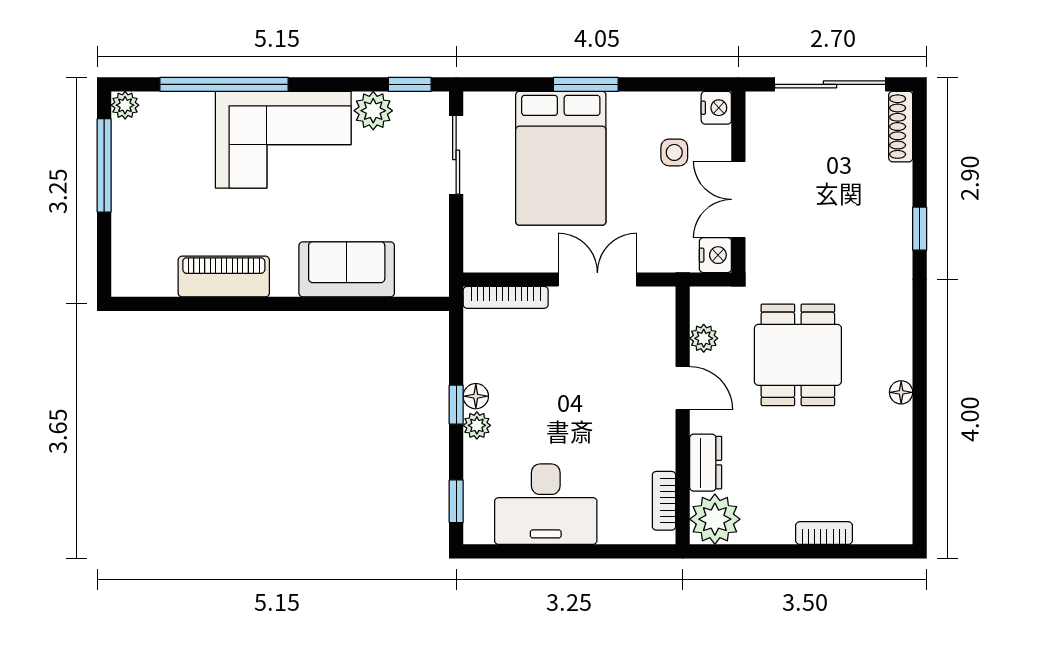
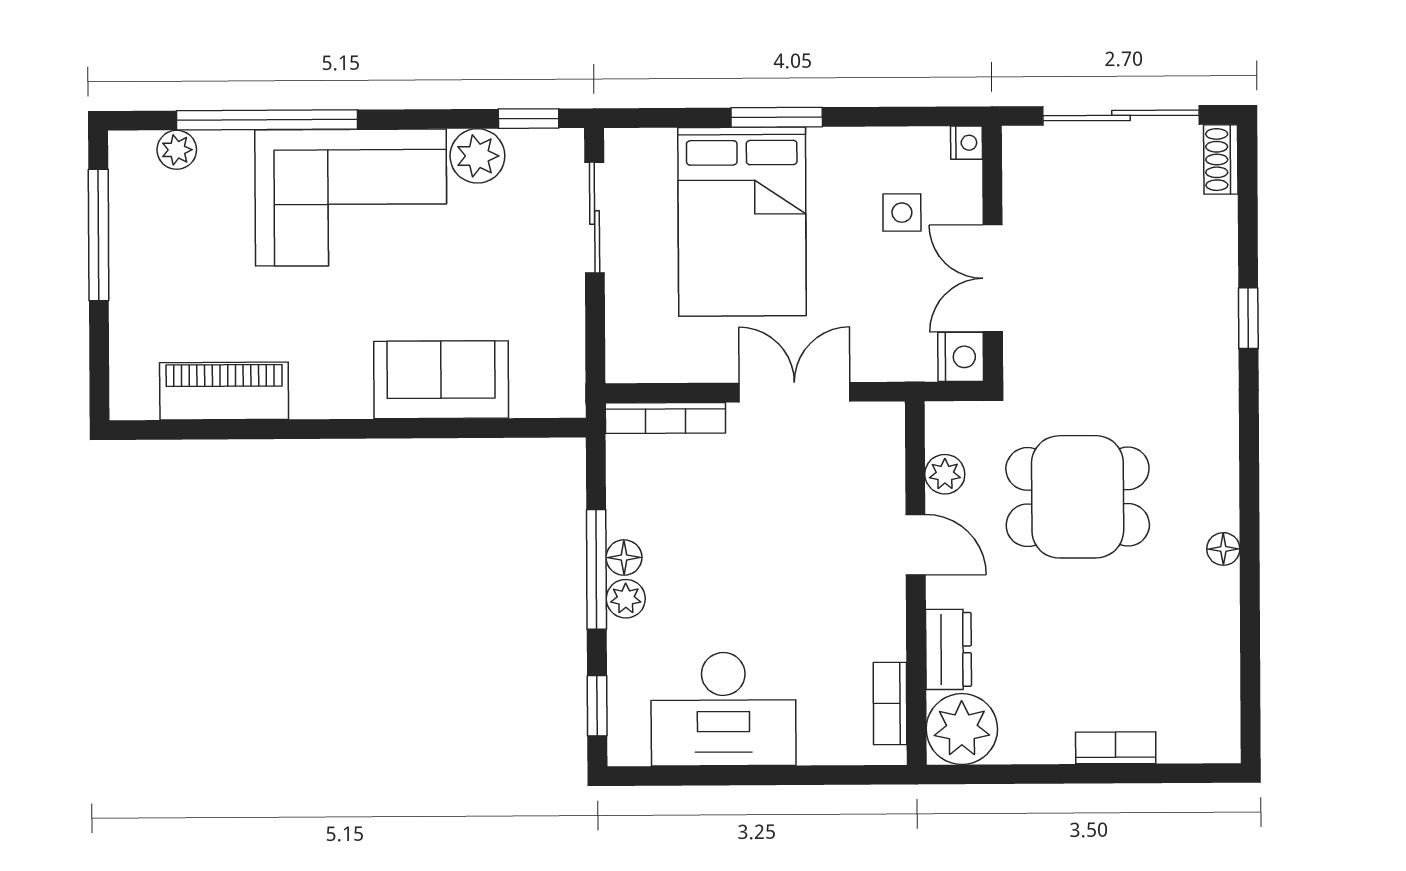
plant: (125, 105) -> (177, 150), moved
nightstand: (716, 108) -> (966, 143), width x0.72, depth x0.74
shoe rack: (901, 127) -> (1221, 160), width x0.70
piano: (224, 277) -> (224, 391), moved
dining table: (798, 355) -> (1078, 497), turned 90
window: (456, 405) -> (596, 569), width x2.17

